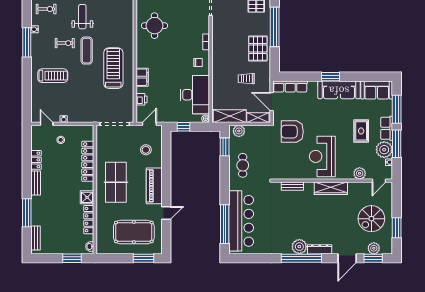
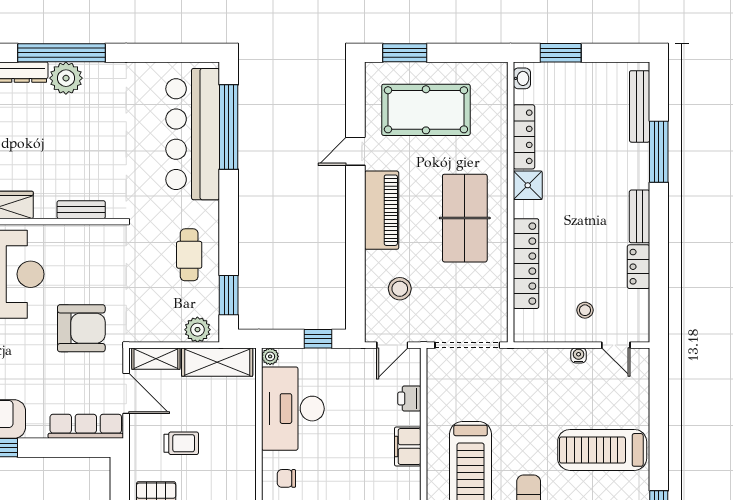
treadmill: (53, 76) -> (602, 450), width x1.37, depth x1.38
bench: (36, 238) -> (640, 106), width x1.36

